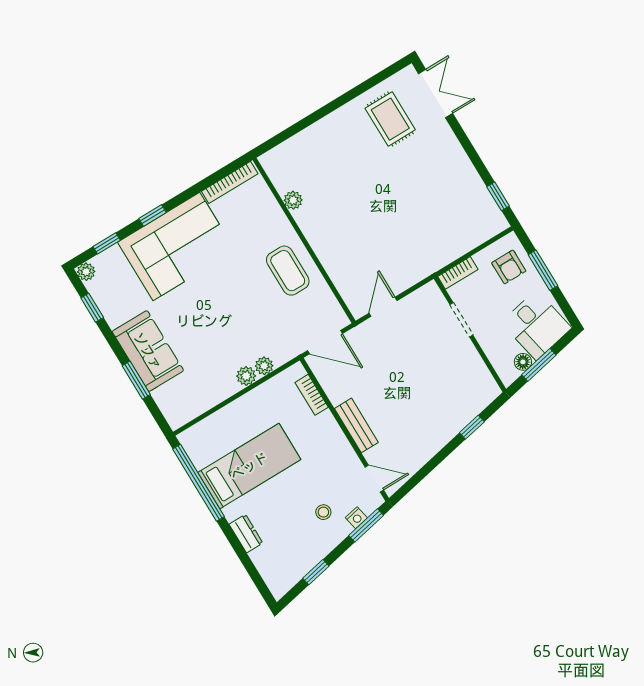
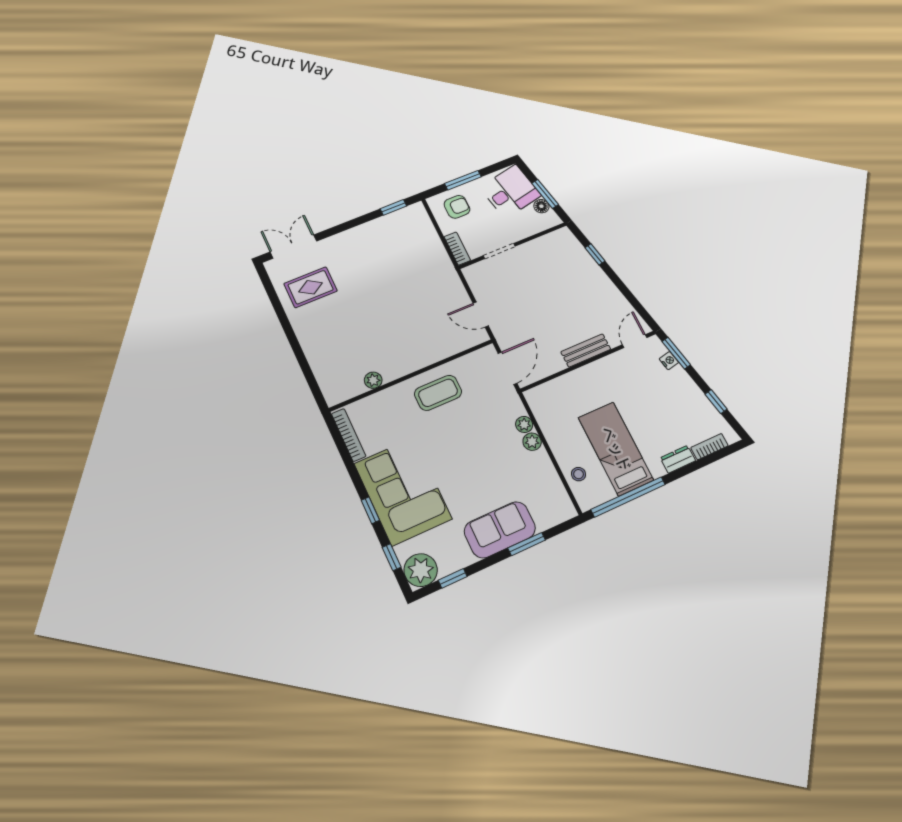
plant: (86, 272) -> (421, 570), width x1.88, depth x1.88
bookcase: (312, 395) -> (709, 447), moved, turned 180
stool: (323, 512) -> (579, 474), moved

